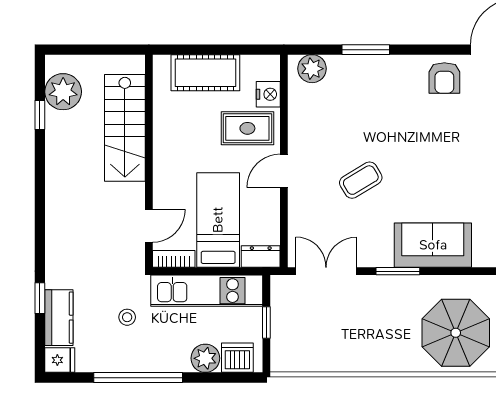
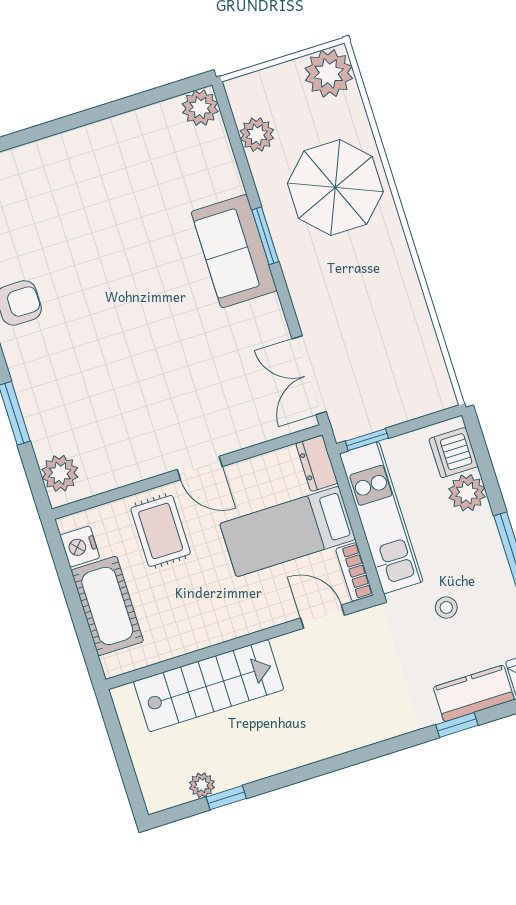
plant: (63, 92) -> (202, 785), width x0.53, depth x0.53
nightstand: (268, 94) -> (80, 547), moved, turned -90
coffee table: (361, 180) -> (181, 368), removed
window: (398, 271) -> (265, 236), moved
window: (266, 323) -> (367, 440), moved

